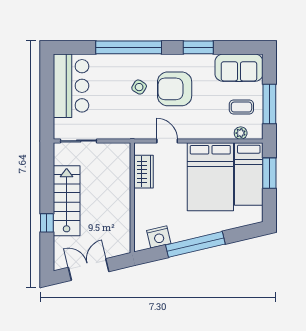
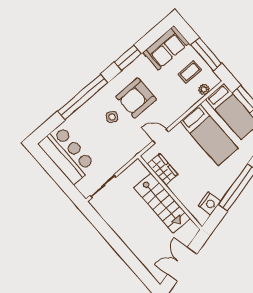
bed: (210, 177) -> (209, 135), width x0.67
stairs: (67, 201) -> (162, 203), moved, turned 180
window: (47, 223) -> (129, 257), removed

